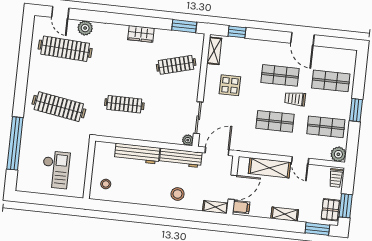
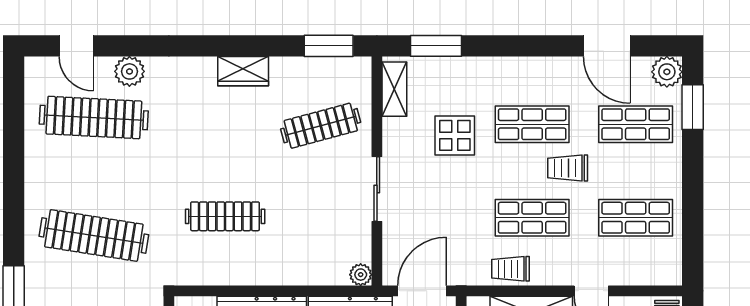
window: (237, 32) -> (436, 46), width x1.50
door: (302, 39) -> (607, 46), moved
display table: (230, 85) -> (455, 135), moved
window: (356, 110) -> (693, 107), moved
sliding door: (198, 118) -> (377, 189), moved
trolley: (262, 145) -> (510, 269), added
plant: (338, 154) -> (667, 72), moved

